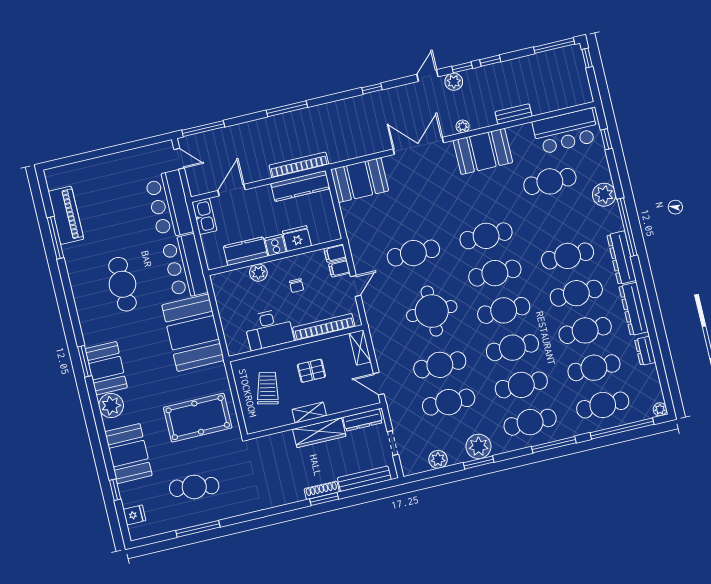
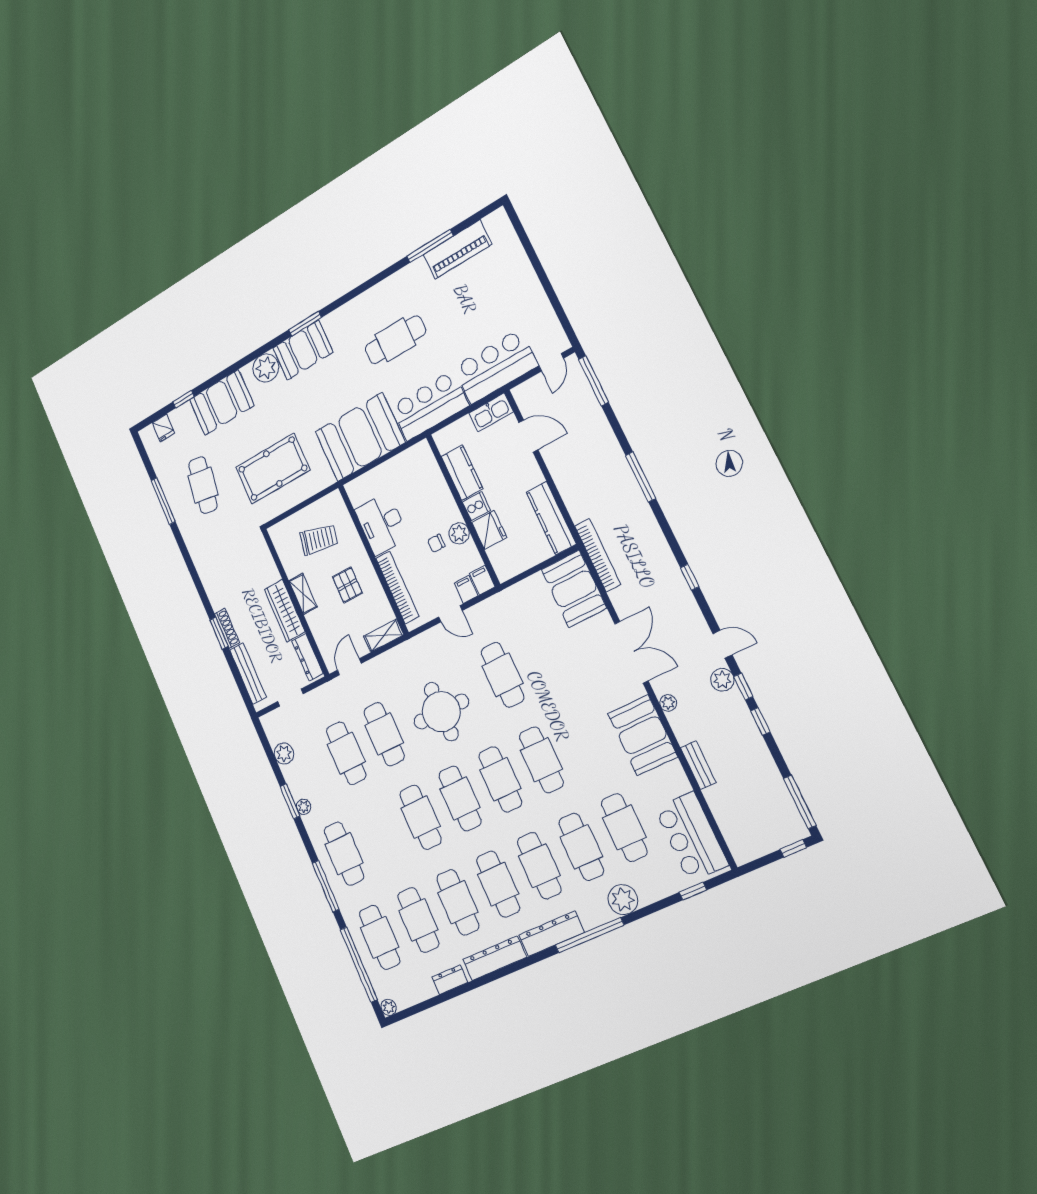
bookcase: (299, 165) -> (598, 555), moved
plant: (258, 273) -> (459, 533), moved
cafe table: (521, 385) -> (581, 847), moved
pool table: (198, 418) -> (273, 469), turned 90
plant: (478, 446) -> (304, 807), width x0.53, depth x0.53

